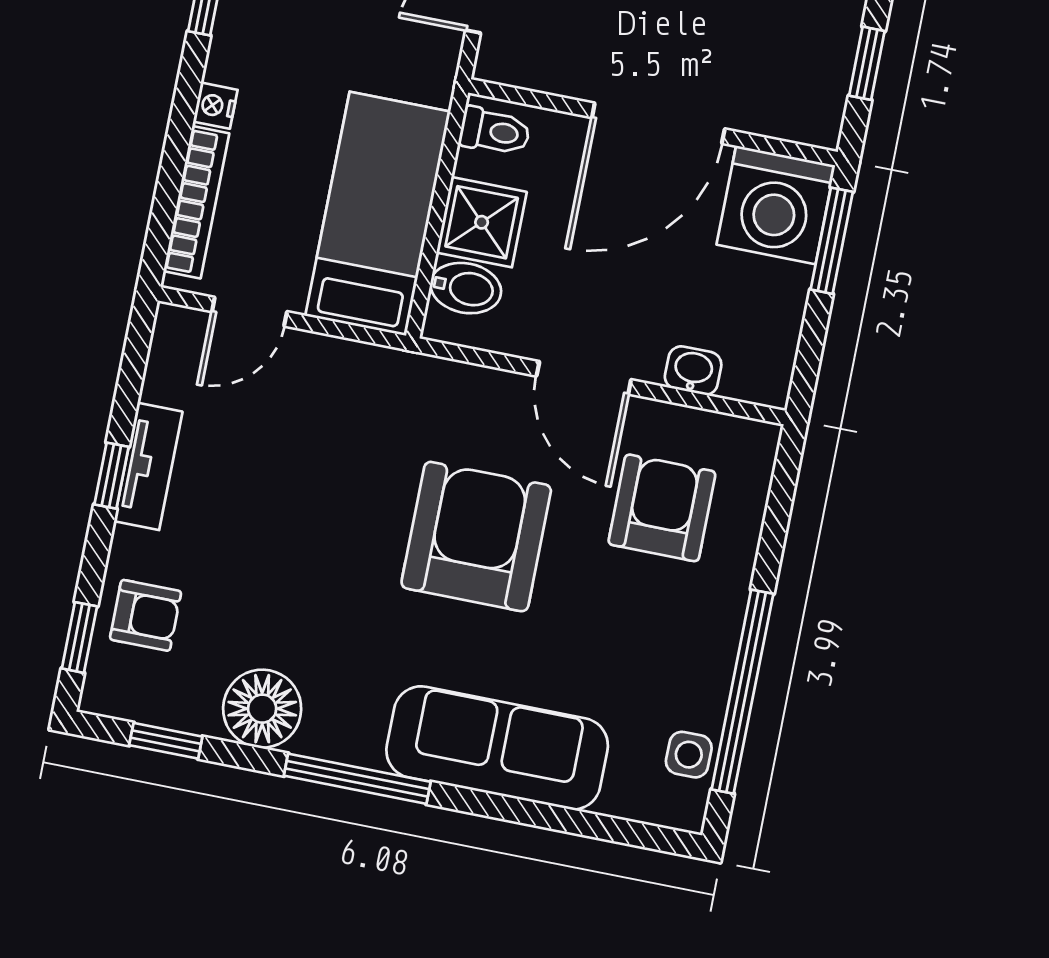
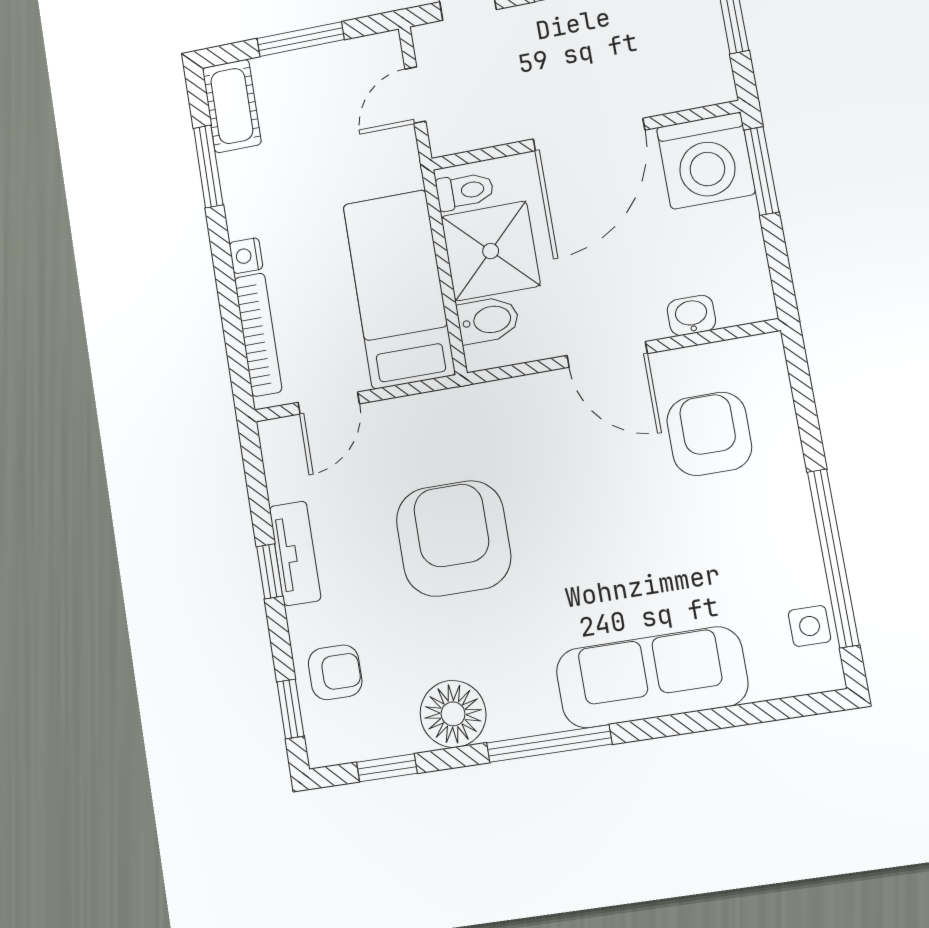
shower: (482, 222) -> (491, 251), width x1.36, depth x1.36
armchair: (476, 537) -> (453, 538), moved

